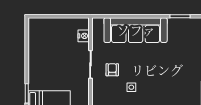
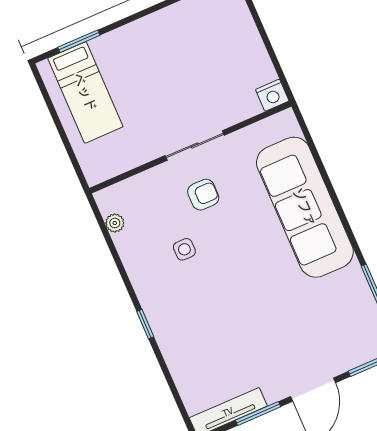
nightstand: (84, 36) -> (272, 95), moved

